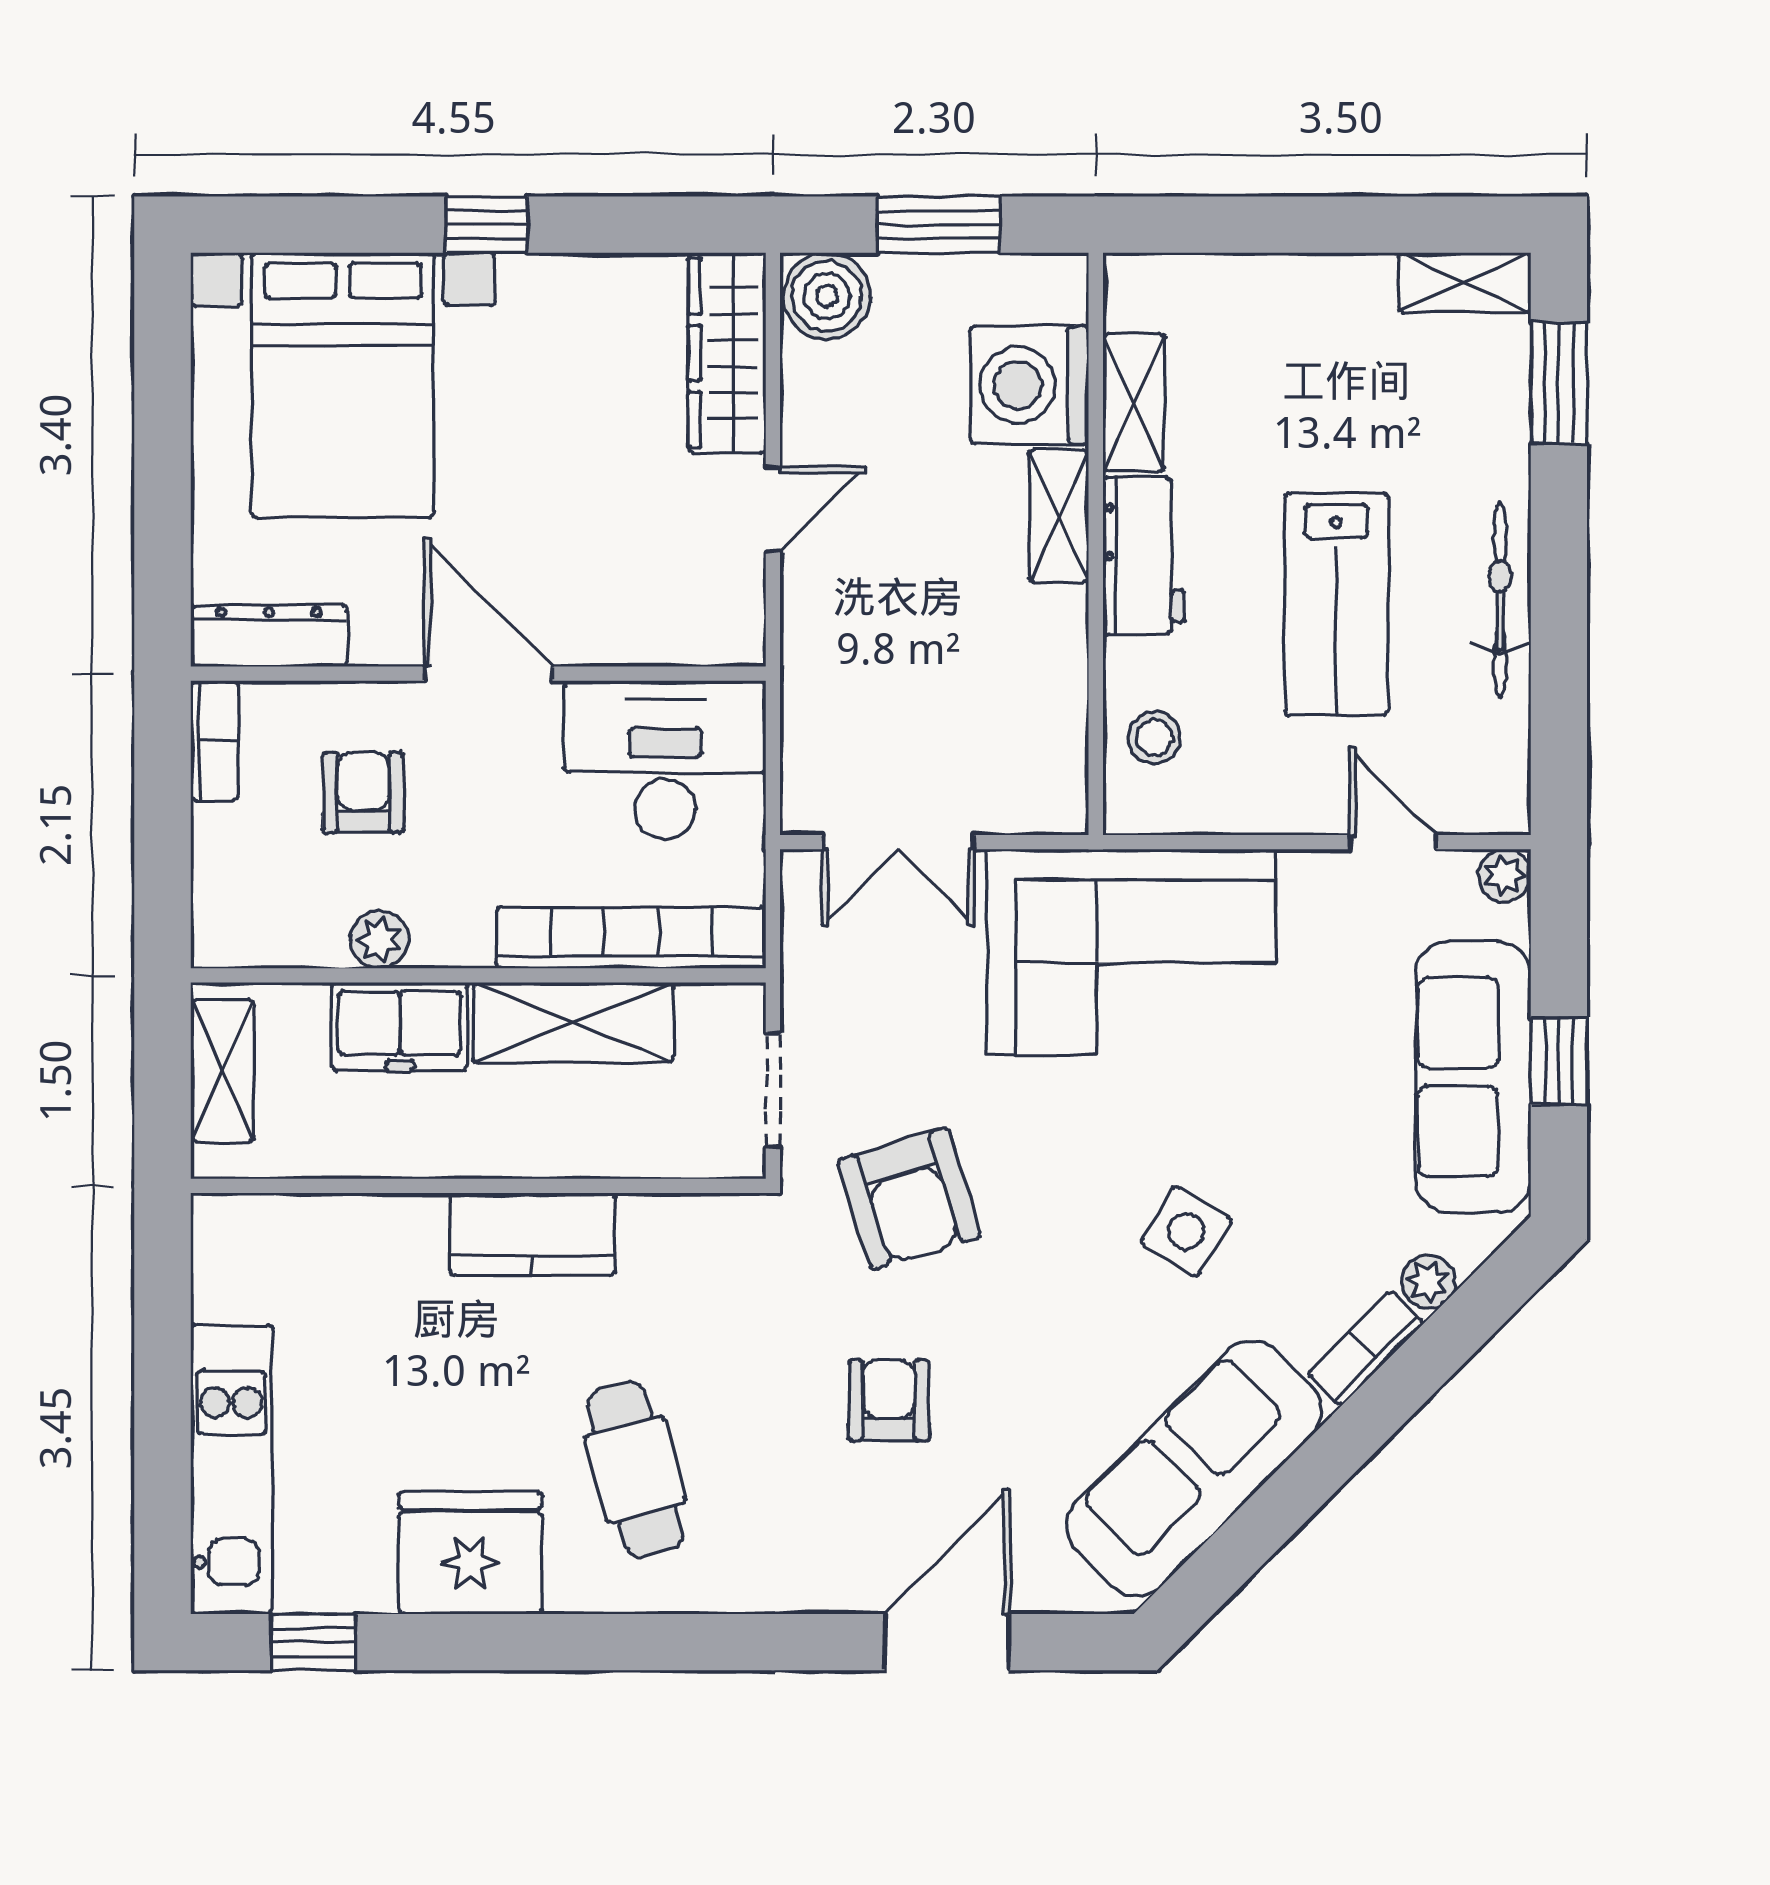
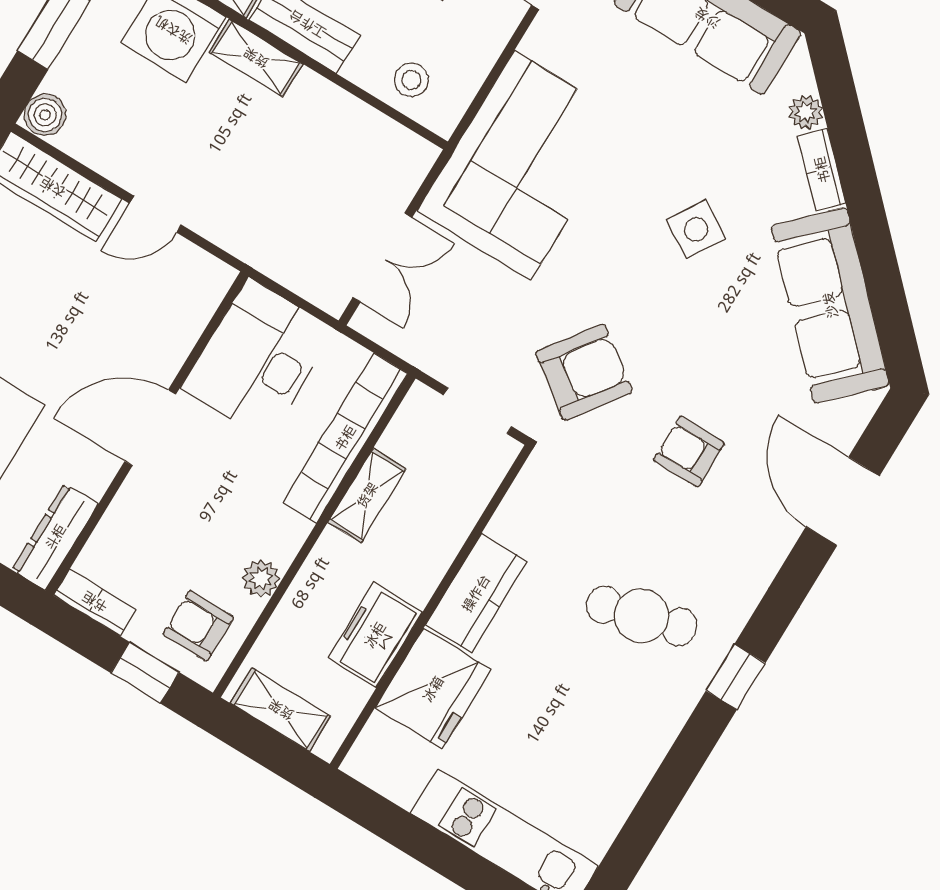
boiler: (827, 296) -> (45, 115), width x0.73, depth x0.73
door: (773, 509) -> (155, 214), swing flipped
armchair: (363, 792) -> (198, 626), moved
window: (162, 863) -> (145, 673), added
shelving: (573, 1023) -> (367, 495), width x0.67, depth x0.75
freezer: (399, 1027) -> (375, 635), moved, turned 180
armchair: (909, 1198) -> (584, 372), turned -37
fridge: (470, 1553) -> (433, 689), moved, turned 180
window: (314, 1642) -> (736, 677), moved

